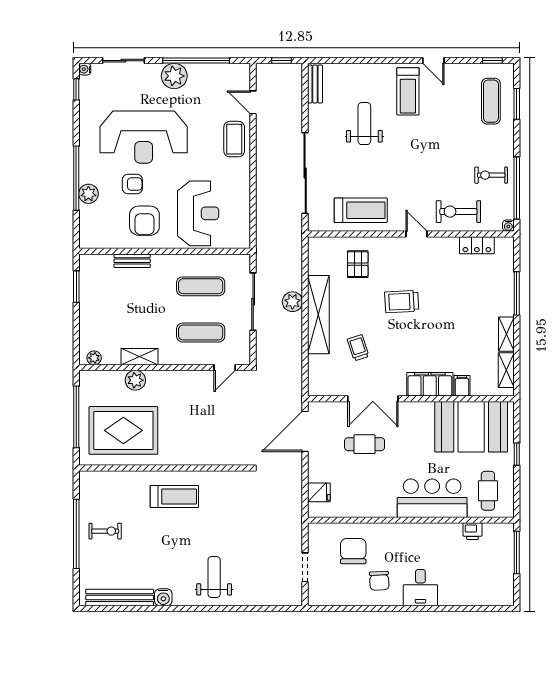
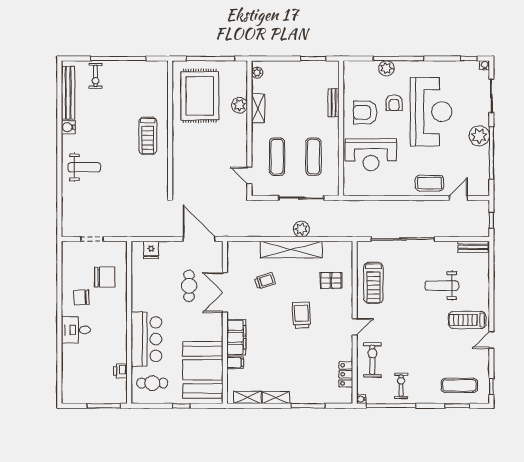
weight bench: (364, 124) -> (442, 286), turned 180
reception desk: (144, 137) -> (431, 112), turned 180
exercise bike: (105, 531) -> (96, 76), moved

